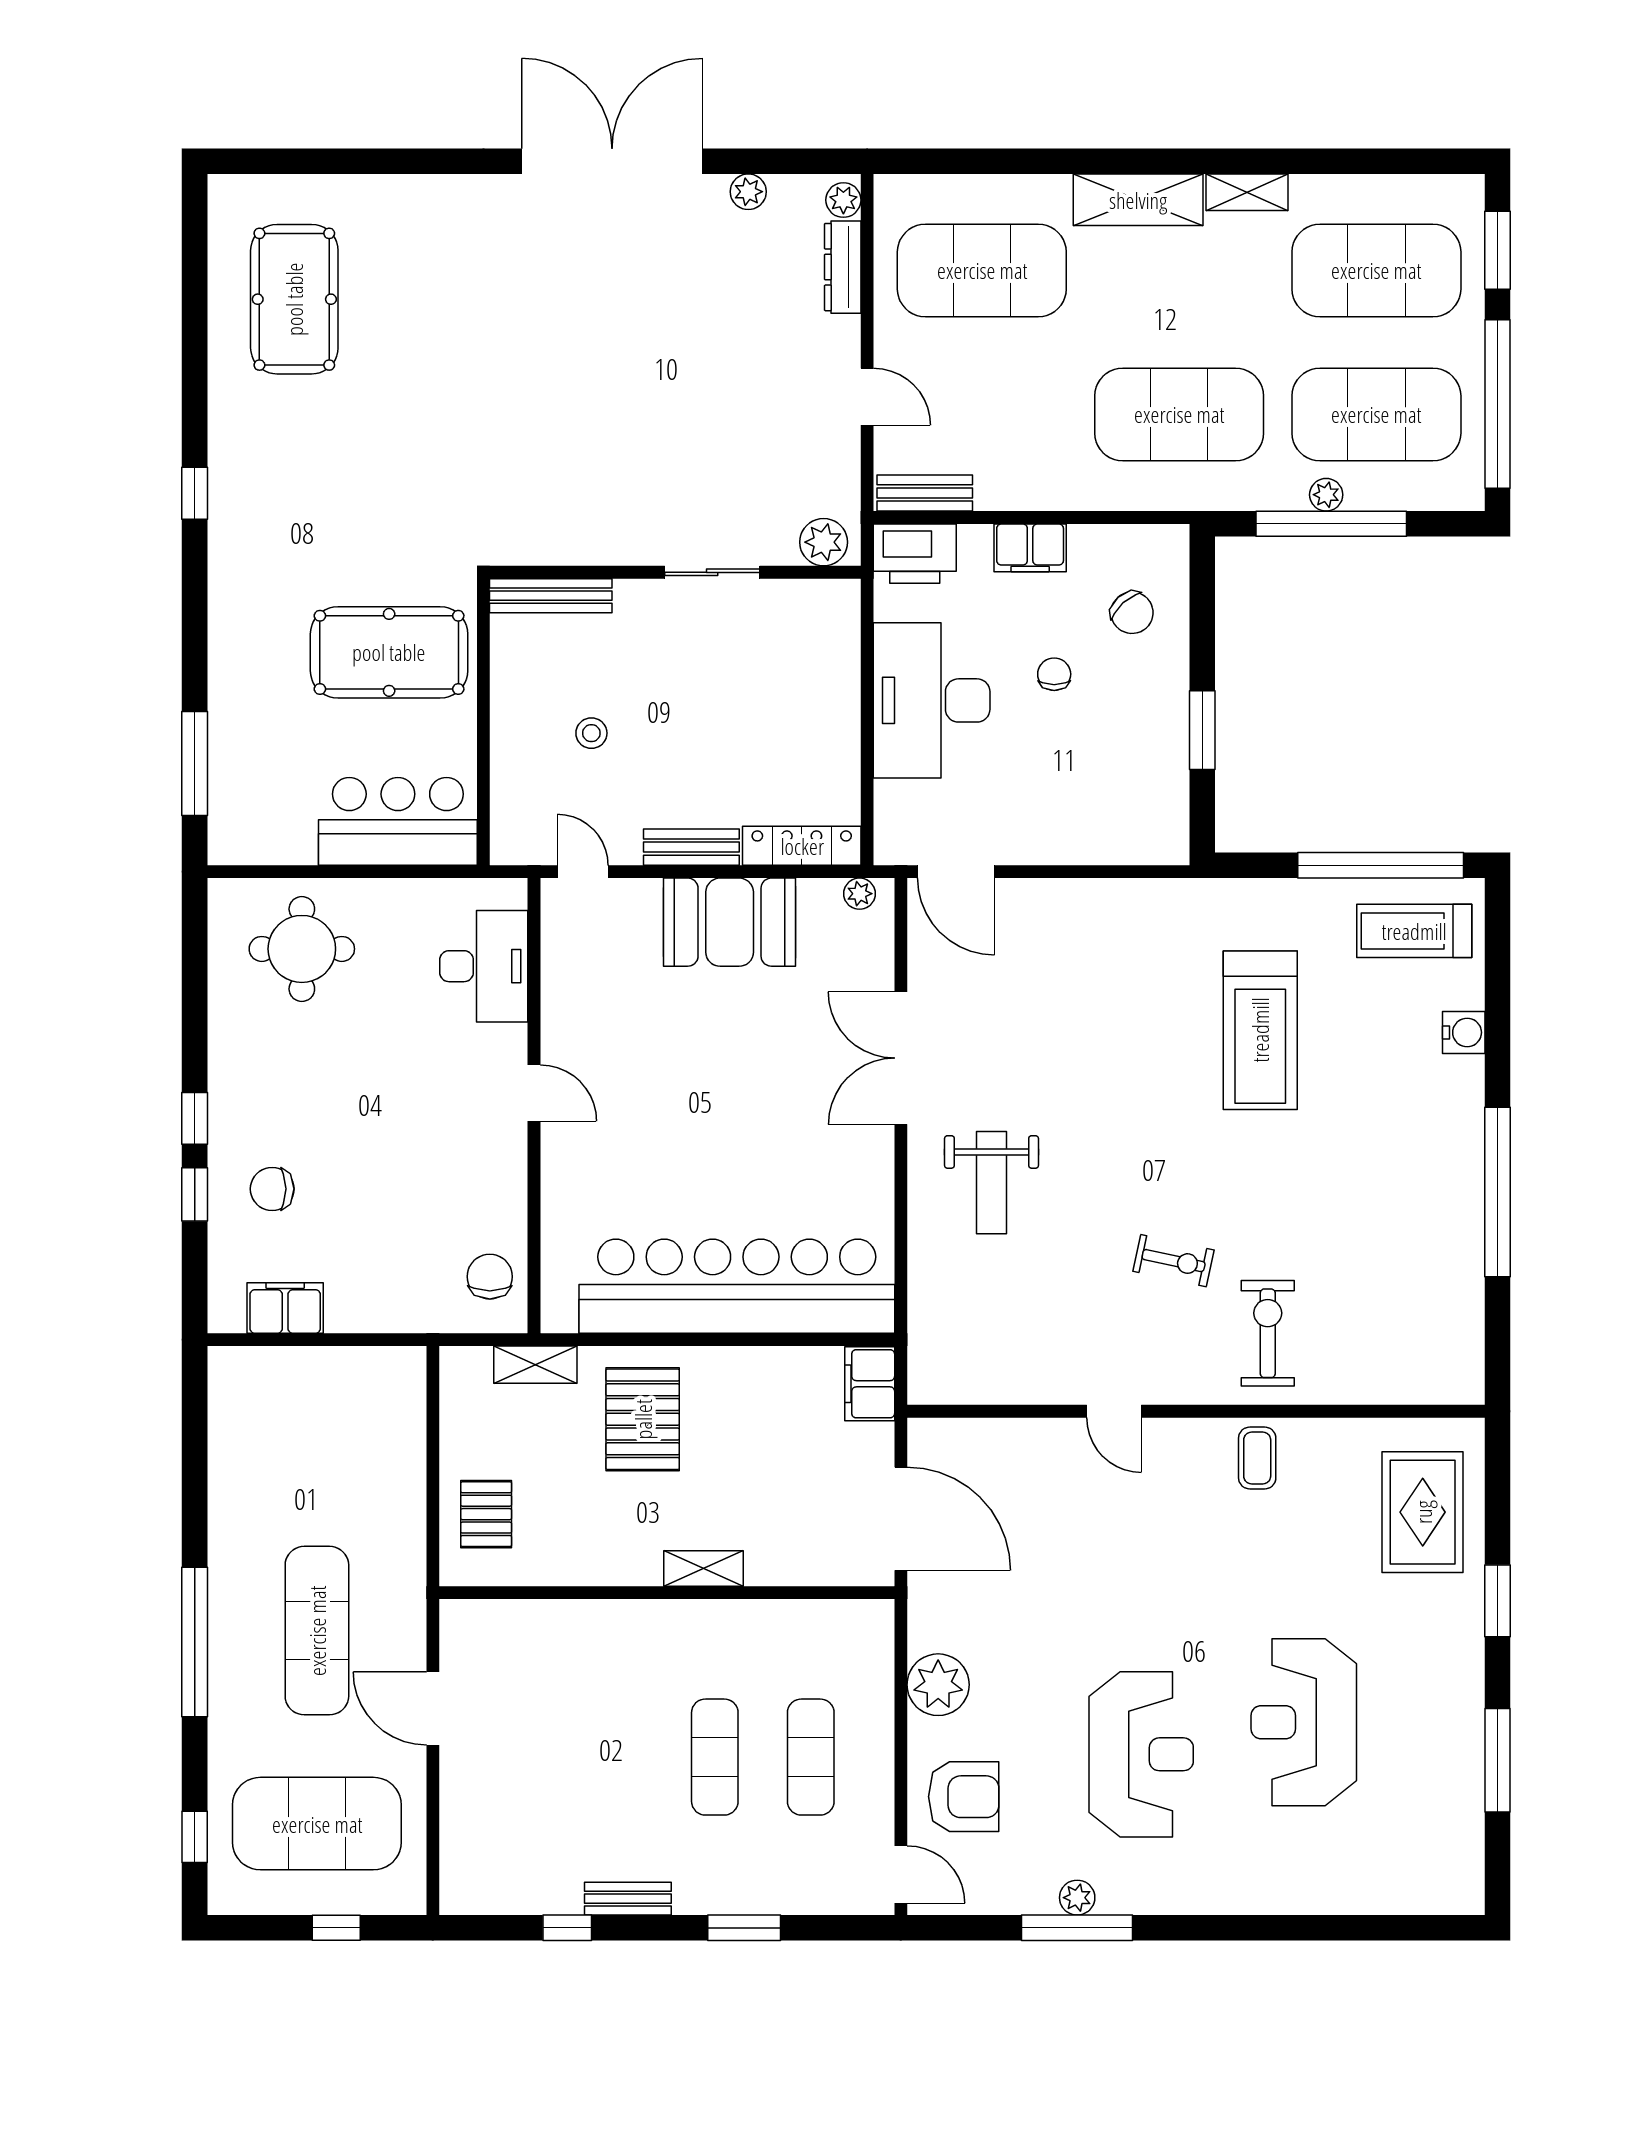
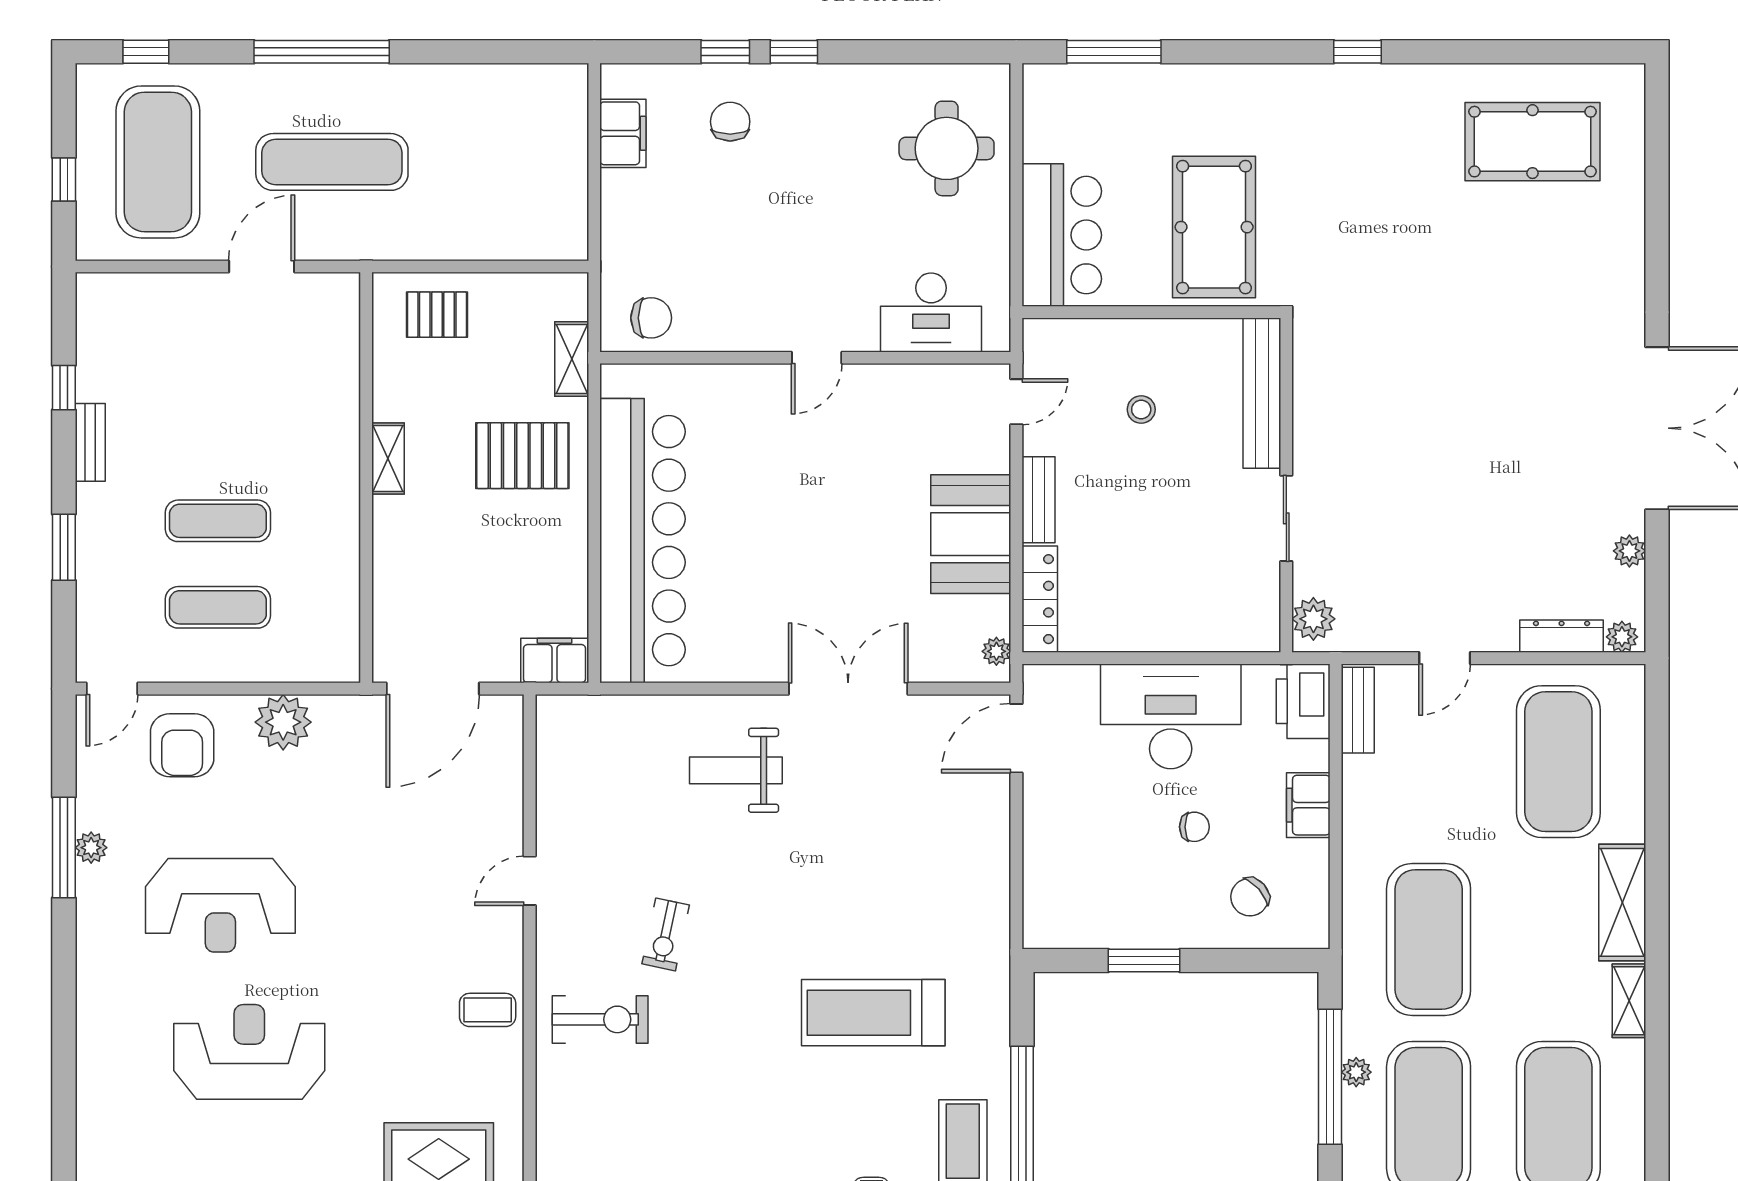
bench: (551, 596) -> (1262, 393), width x1.37, depth x1.21
shelving: (704, 1568) -> (388, 459), moved

